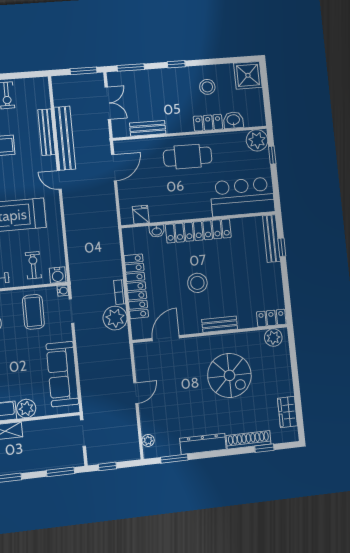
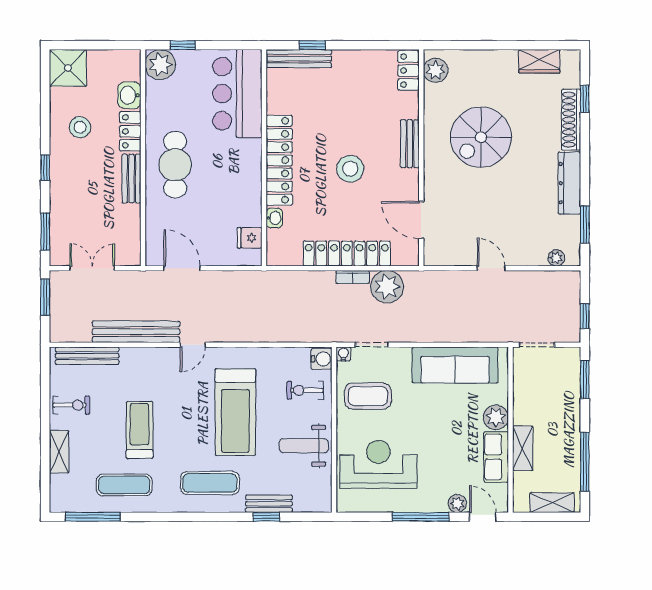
bench: (148, 128) -> (131, 178), moved
bench: (47, 132) -> (87, 356), moved
spiral stairs: (229, 375) -> (481, 137), turned 180

